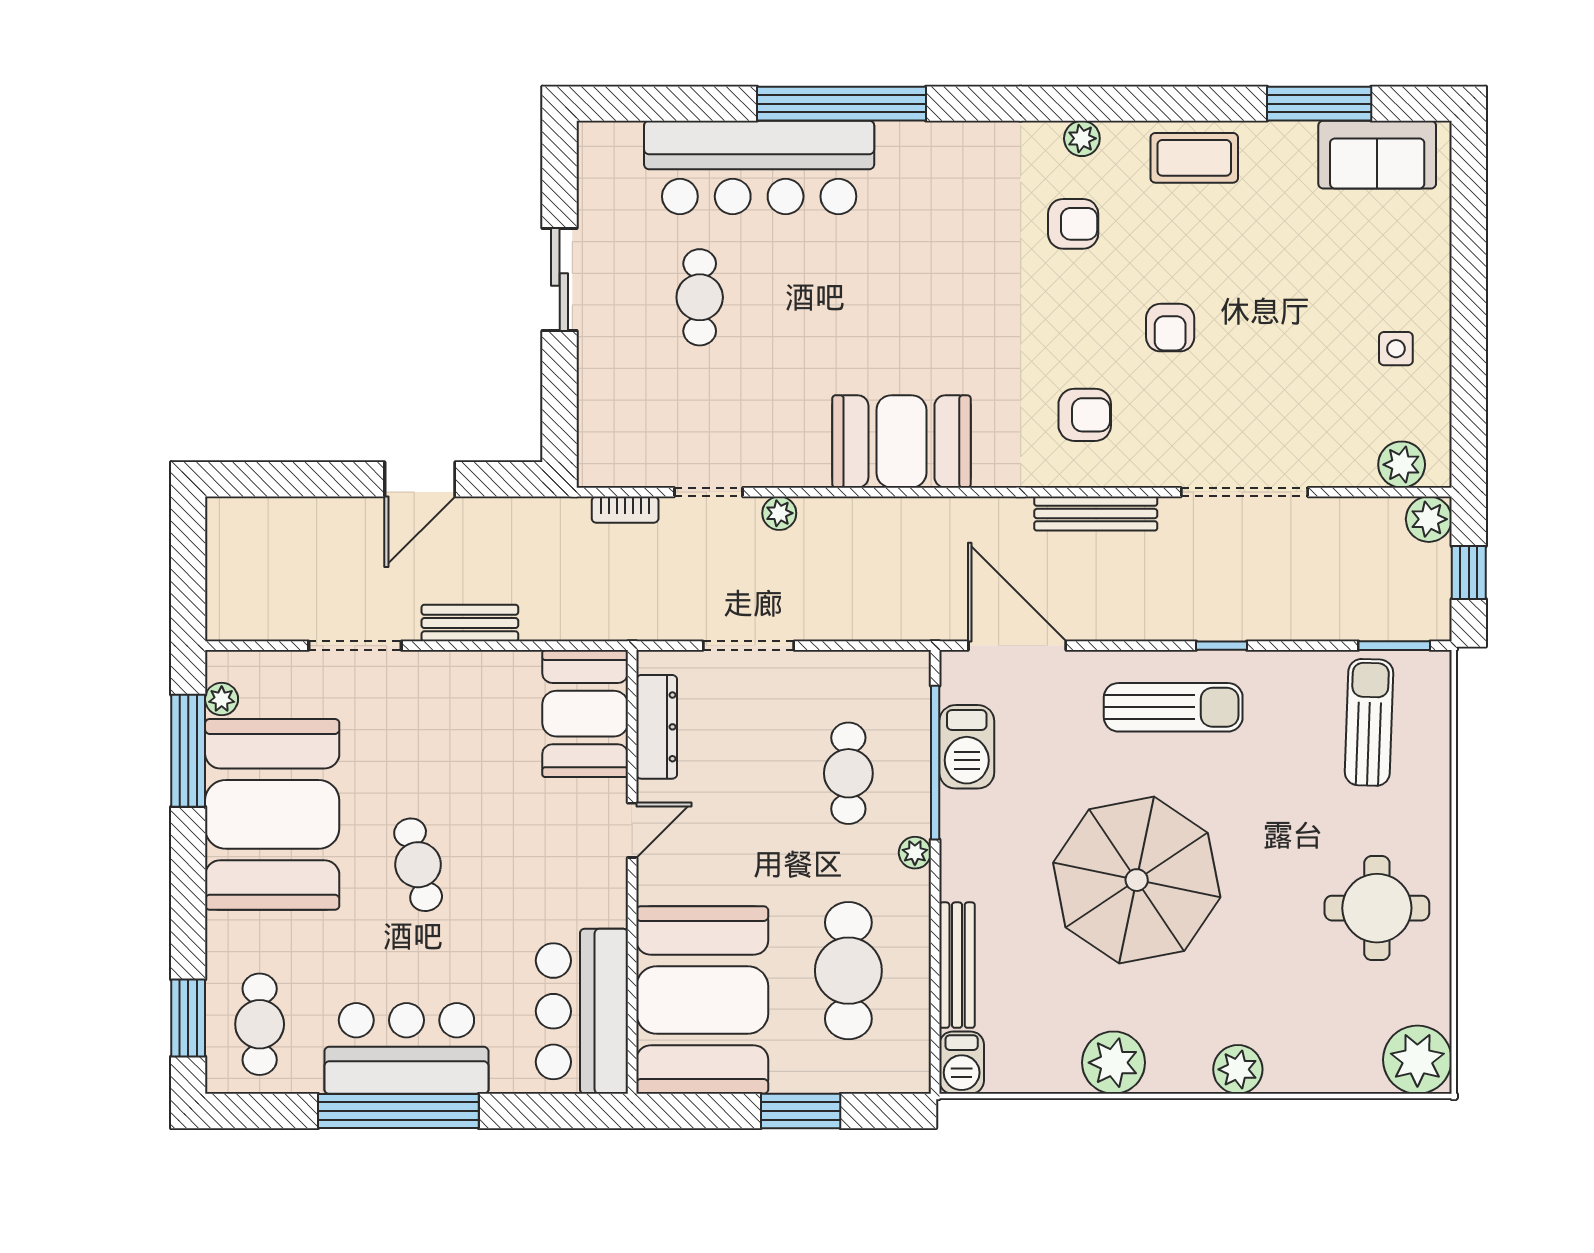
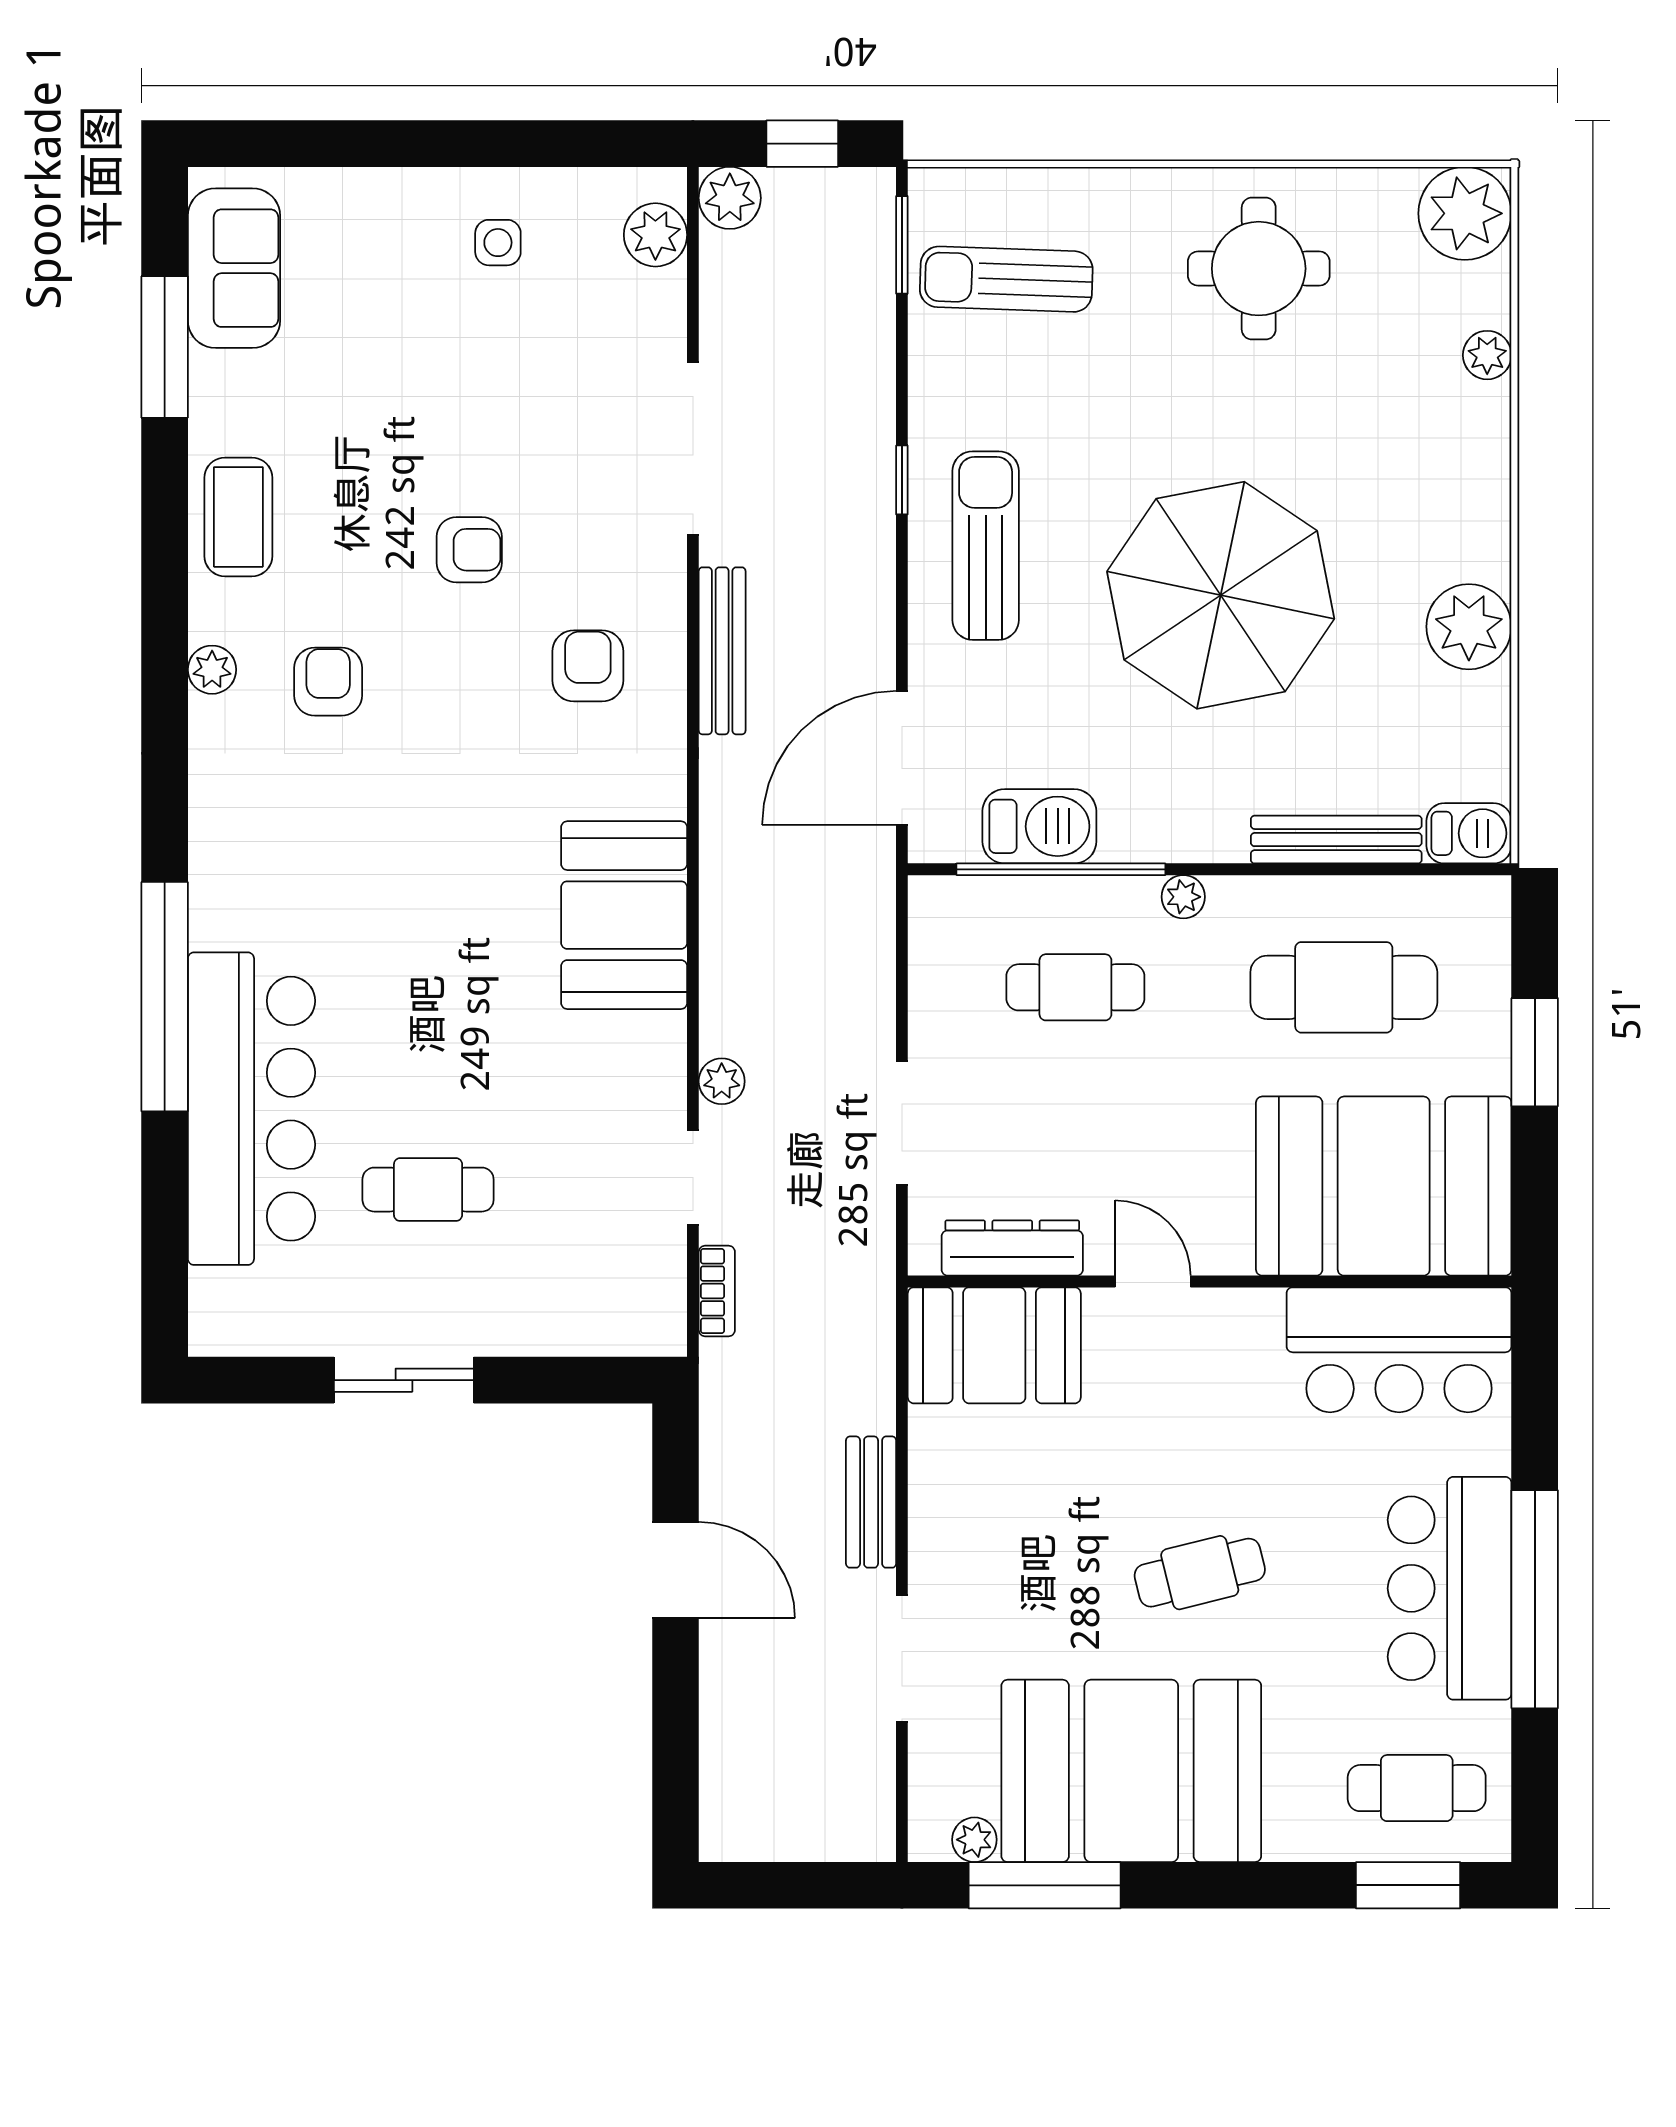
plant: (1238, 1069) -> (1487, 355), moved, width x0.73, depth x0.73

